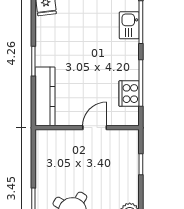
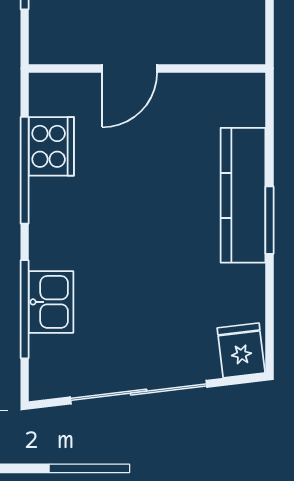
kitchen counter: (45, 96) -> (243, 195), moved

